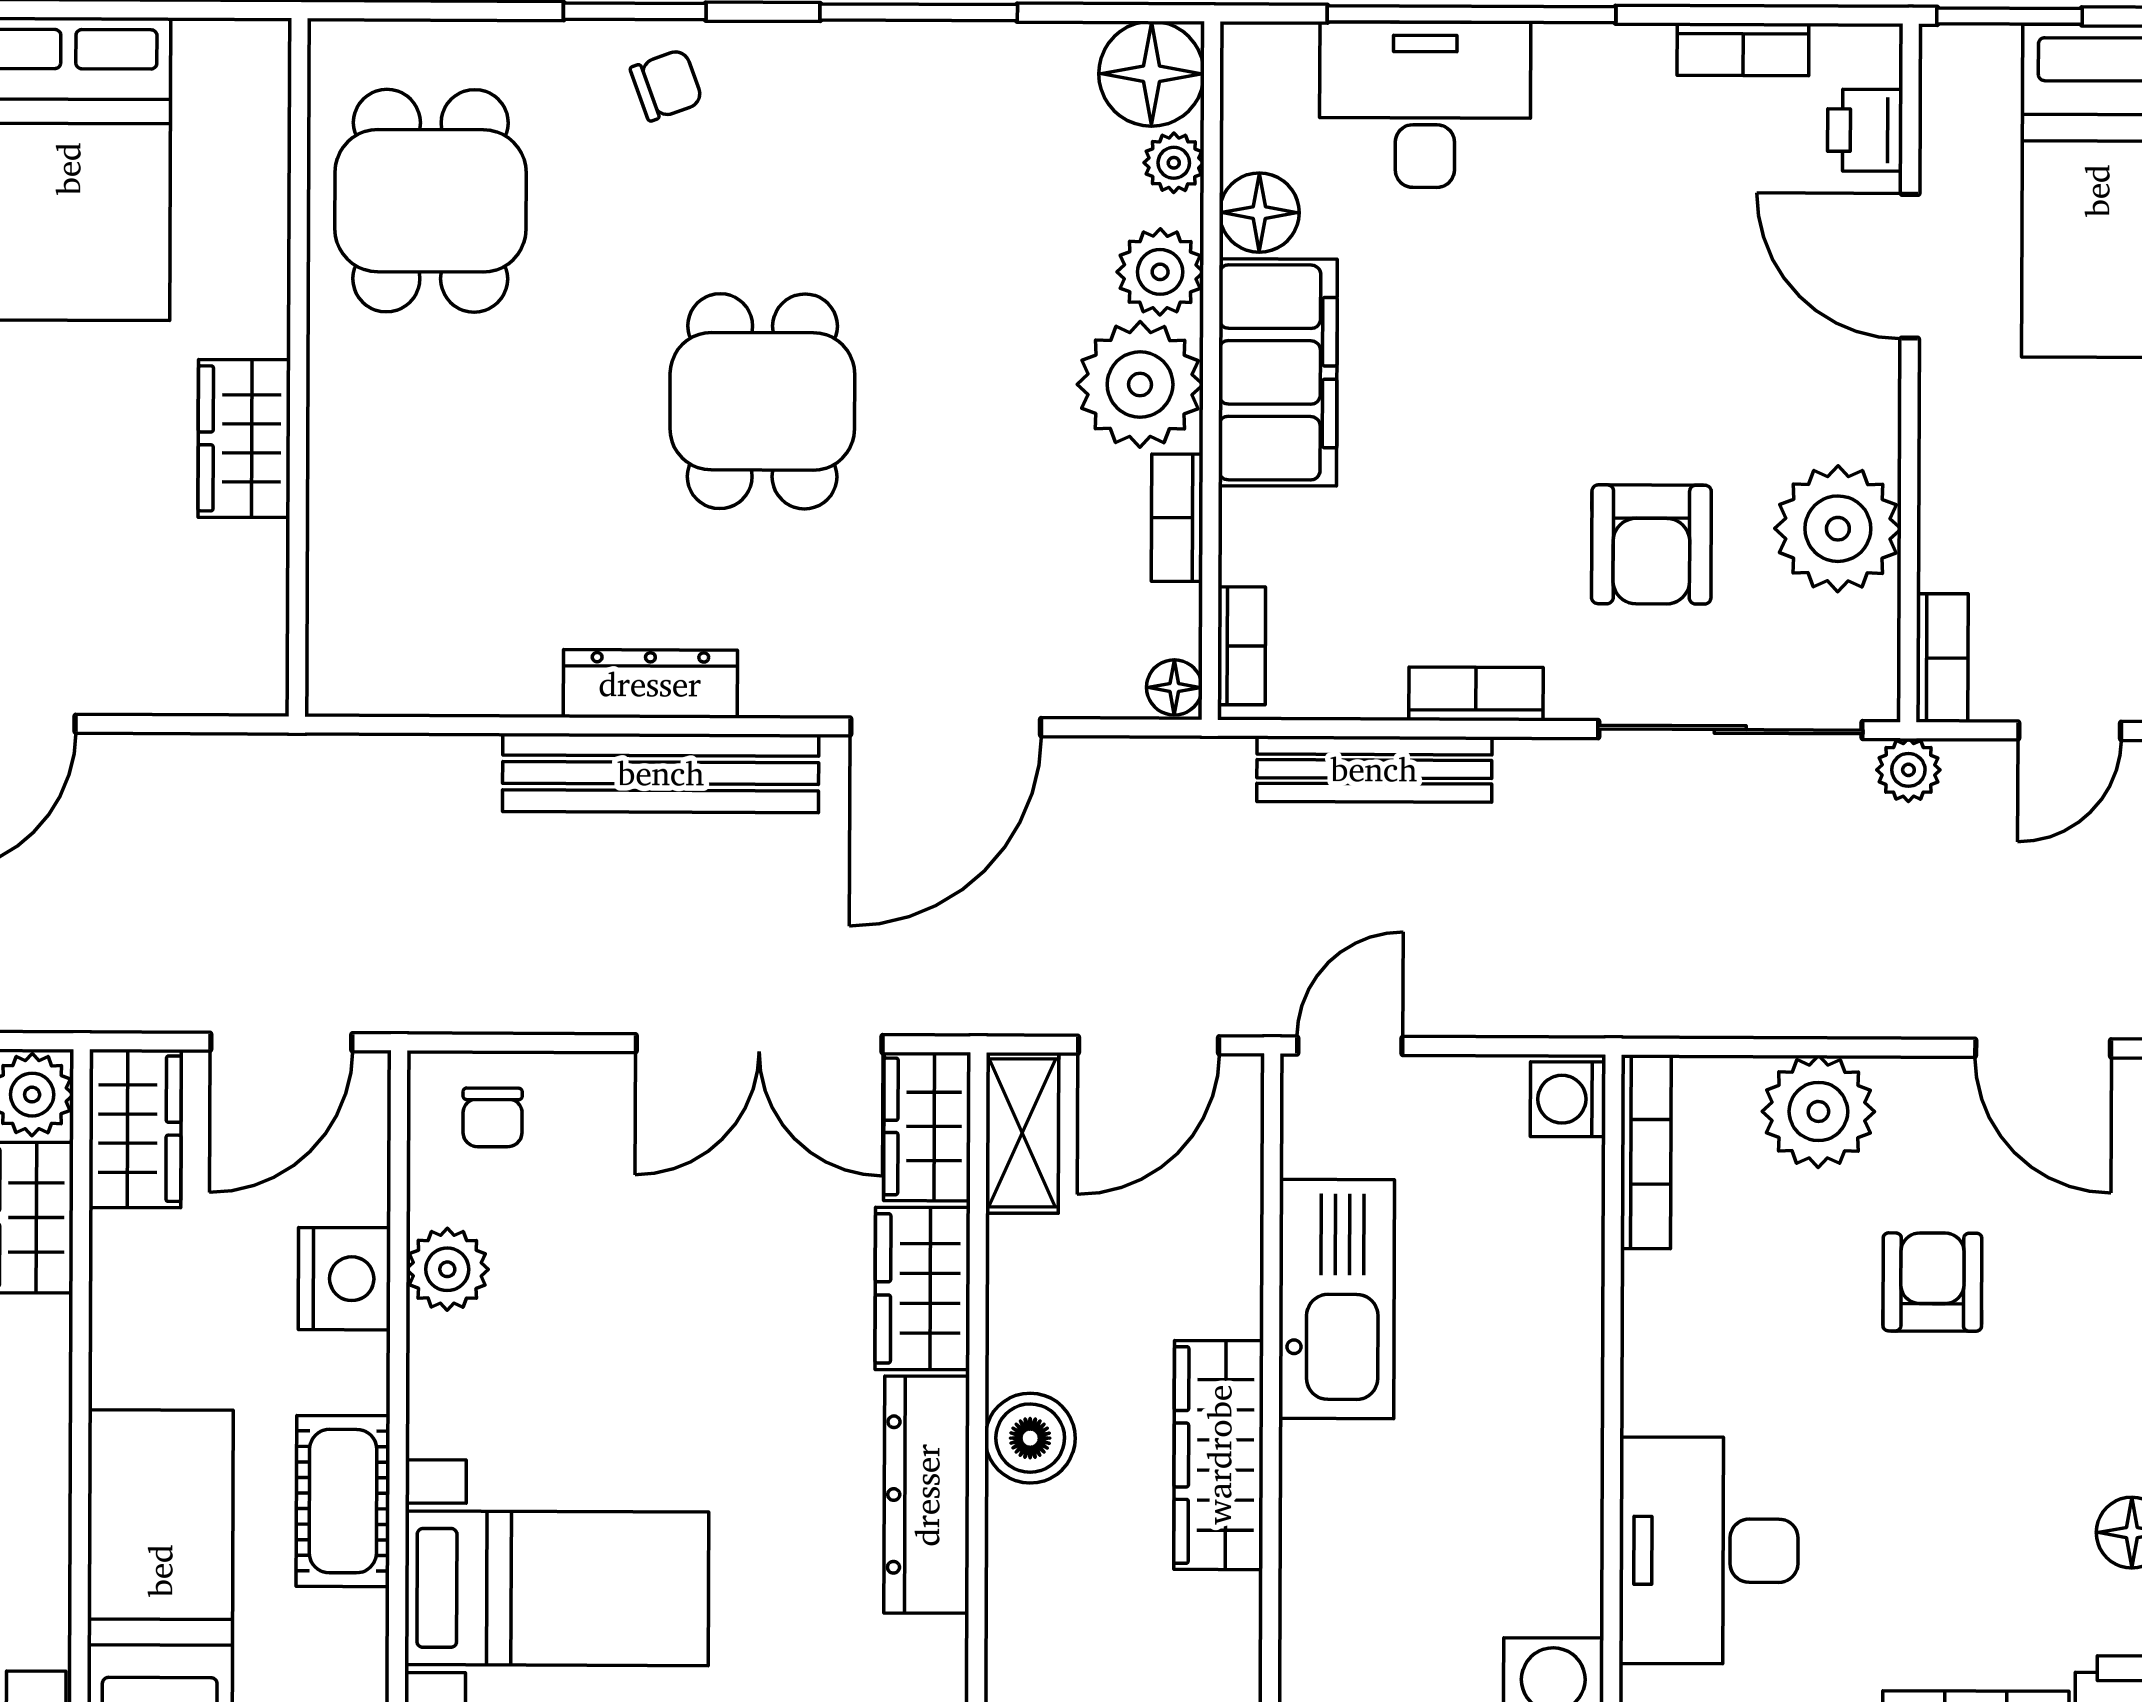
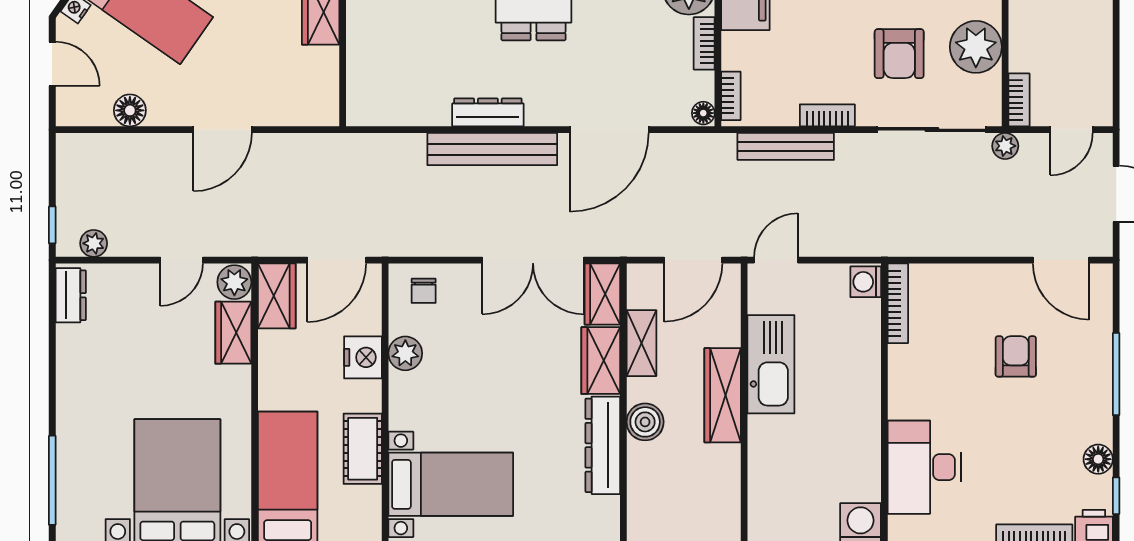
plant: (1818, 1111) -> (969, 287), removed
shelving: (1022, 1133) -> (641, 343), moved
wardrobe: (1219, 1455) -> (723, 395), moved

